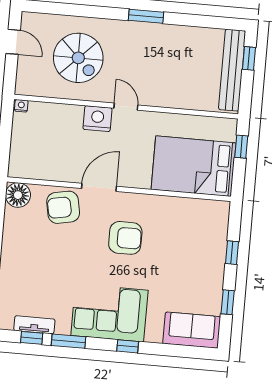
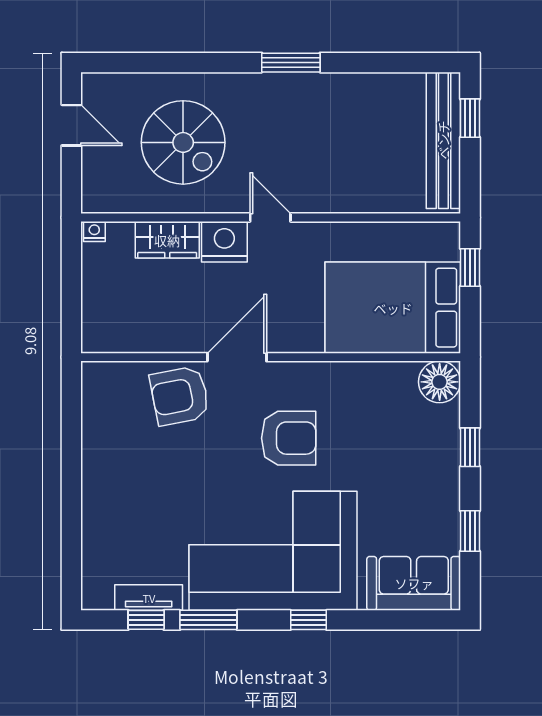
wardrobe: (64, 115) -> (167, 240), added
floor lamp: (18, 195) -> (440, 382), moved
corner sofa: (109, 313) -> (273, 551), width x1.36, depth x1.36

